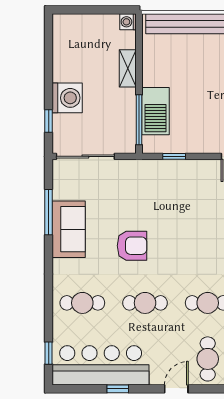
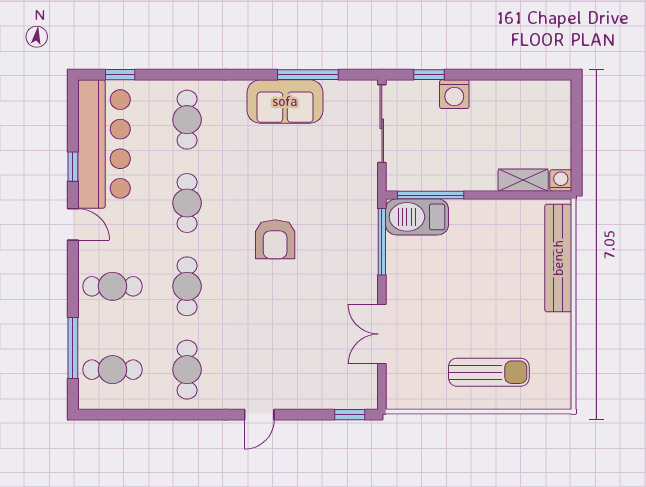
shelving: (128, 68) -> (523, 180), moved
washing machine: (67, 98) -> (454, 94), width x0.73, depth x0.73
barbecue: (155, 111) -> (417, 217), moved
window: (174, 156) -> (382, 242), width x2.17
armchair: (132, 246) -> (275, 239), moved
door: (176, 389) -> (73, 224), moved

